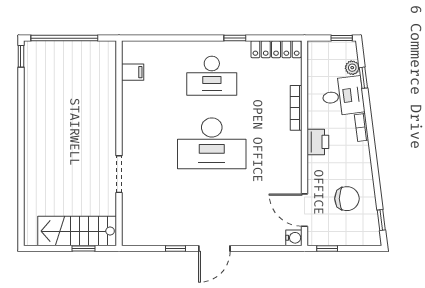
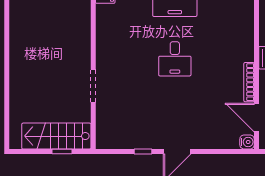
bookcase: (296, 108) -> (249, 82), moved
desk: (212, 143) -> (175, 59), width x0.53, depth x0.77

